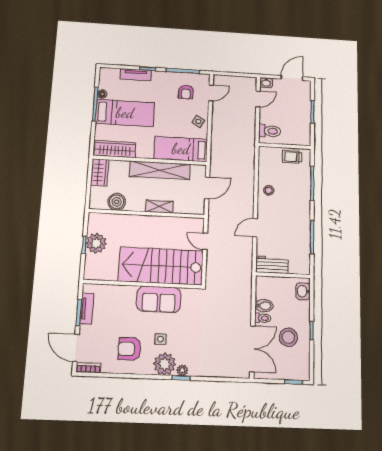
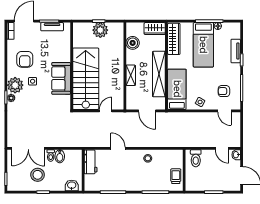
armchair: (129, 349) -> (25, 59), turned 180

